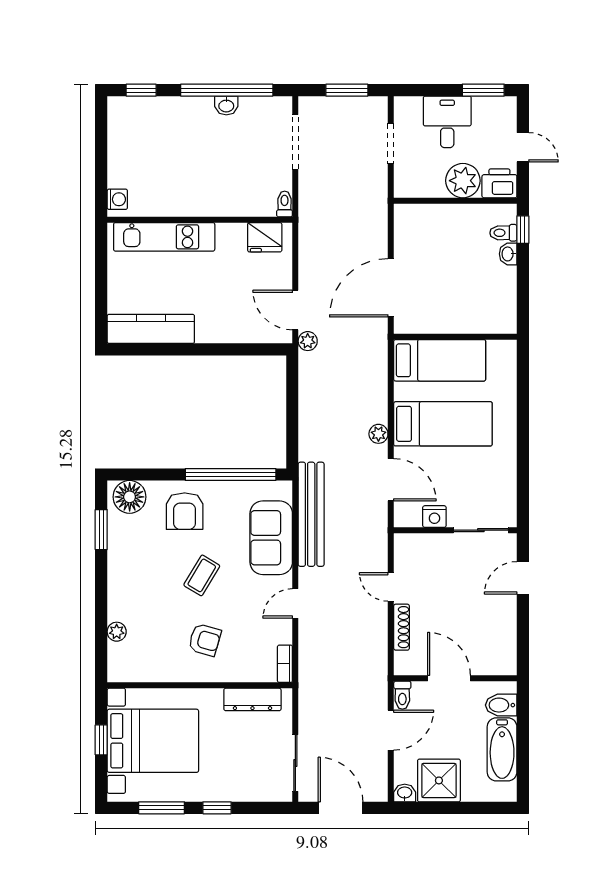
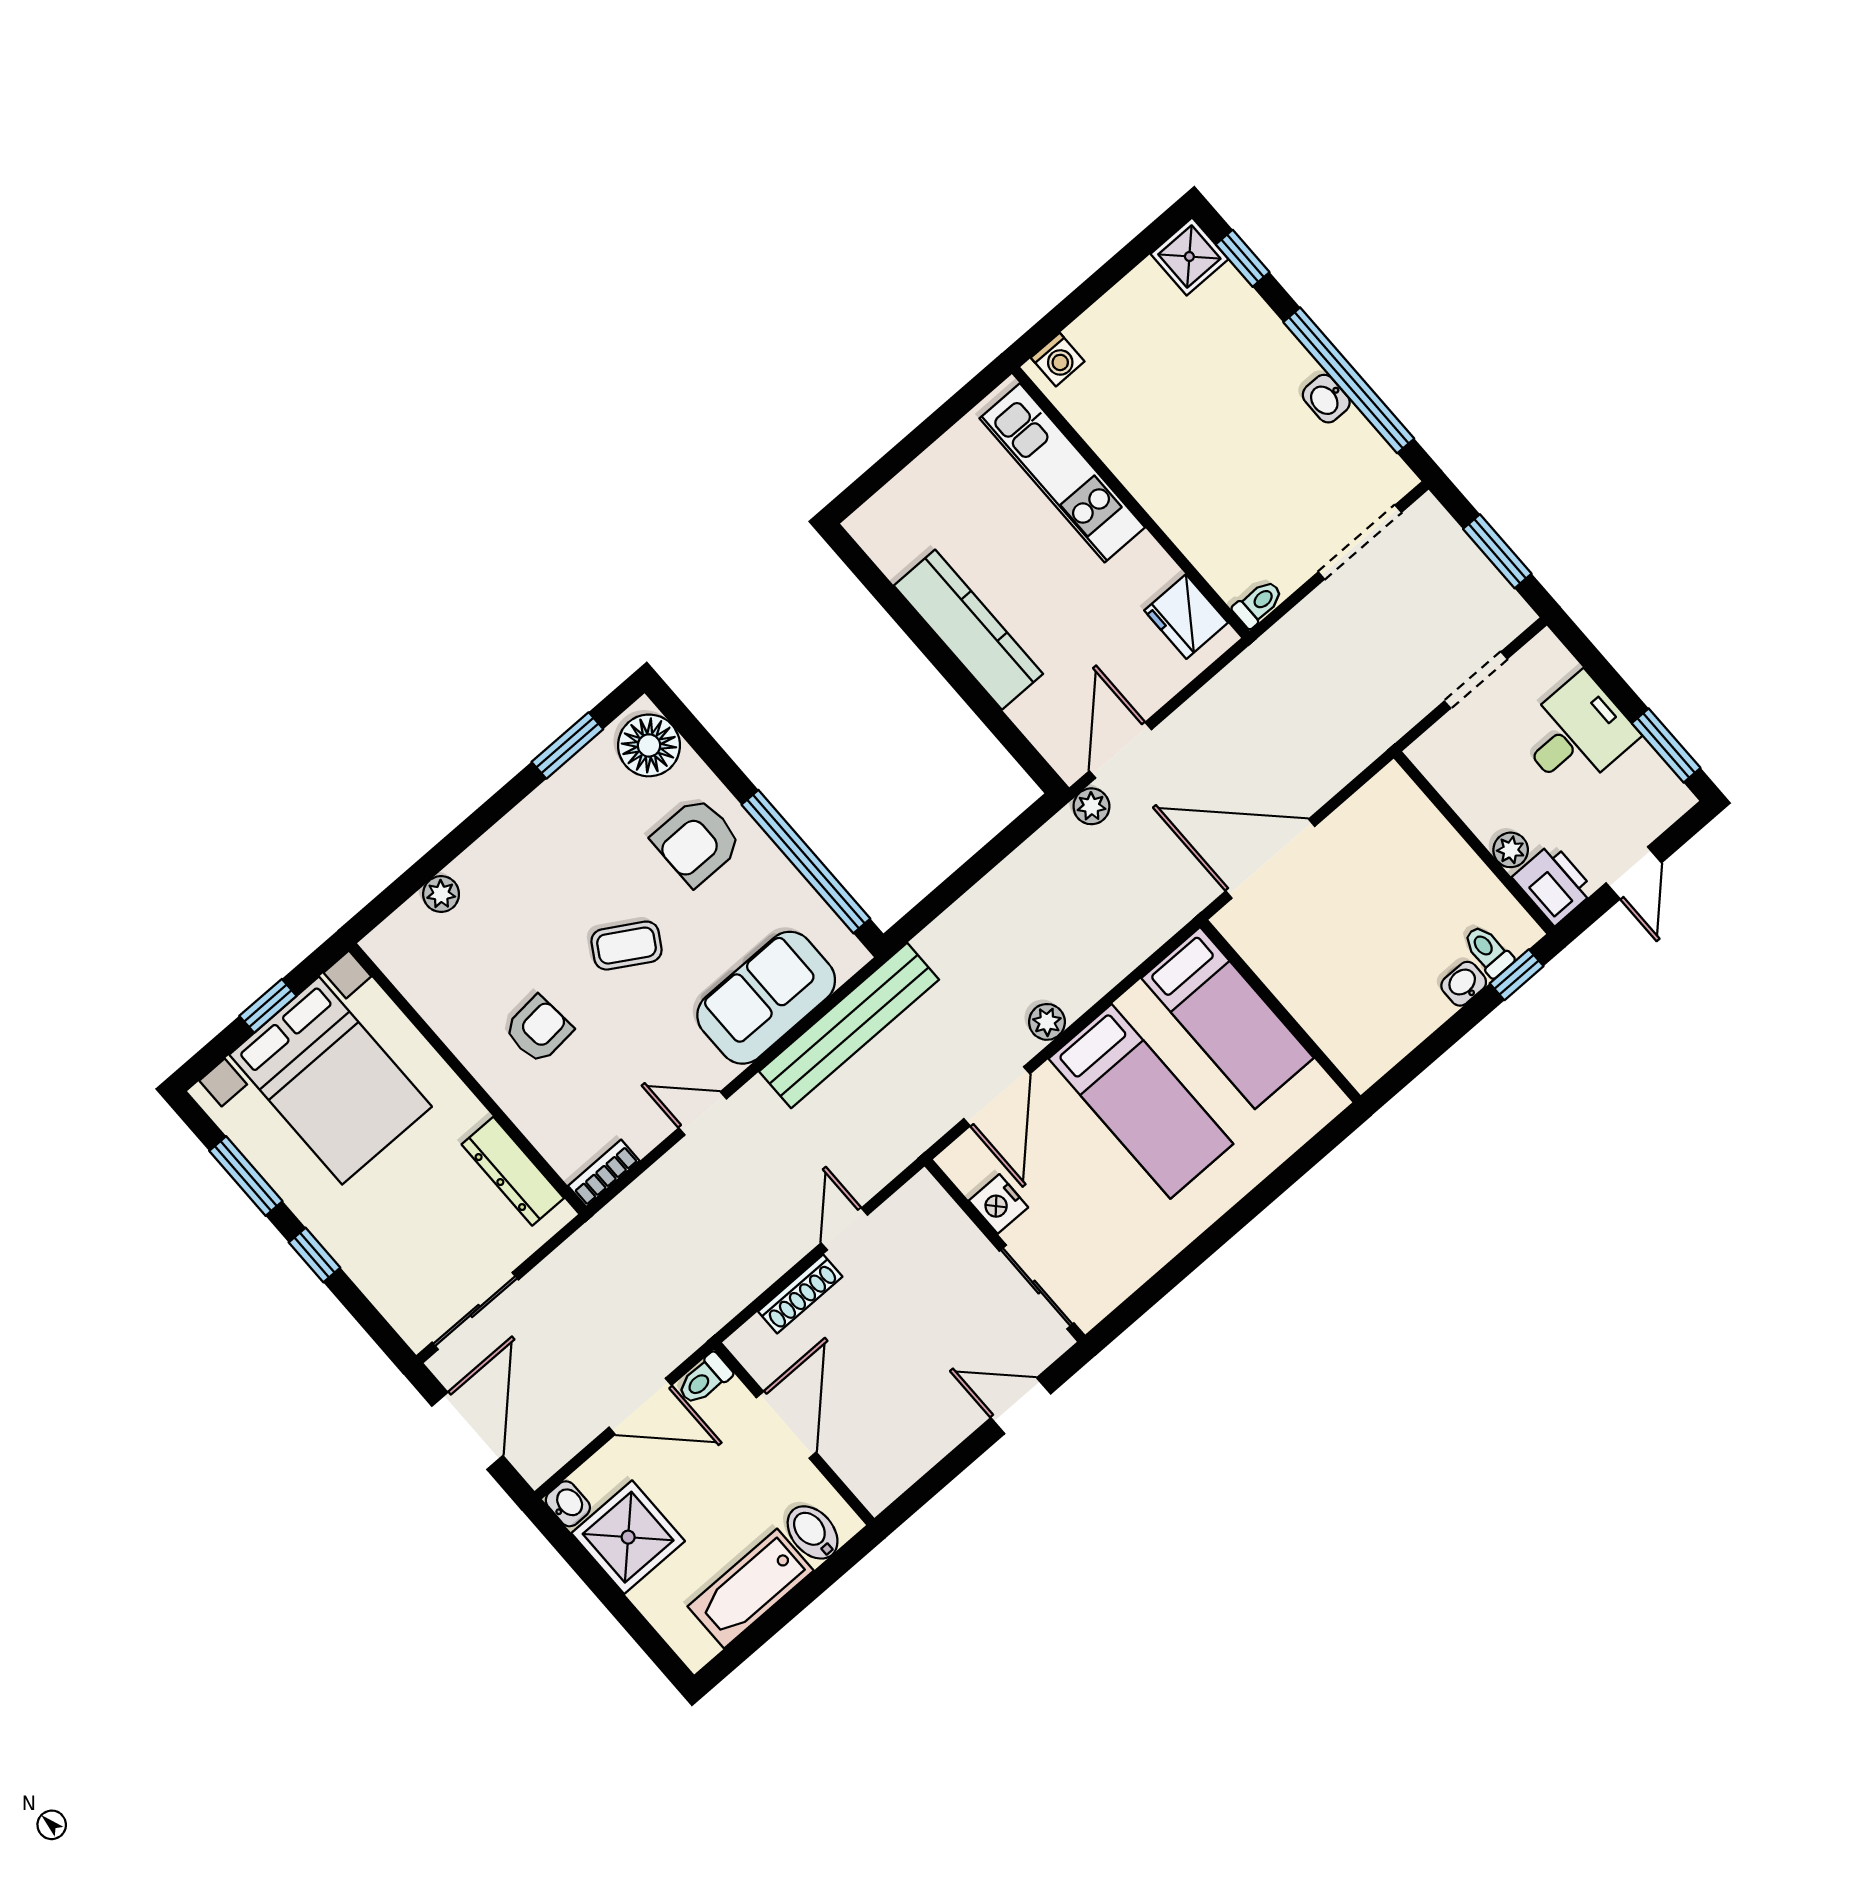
shower: (122, 111) -> (1189, 256), added
plant: (463, 181) -> (1511, 850), width x0.53, depth x0.53
kitchen counter: (151, 329) -> (968, 630), moved
armchair: (205, 640) -> (538, 1029), turned -111

